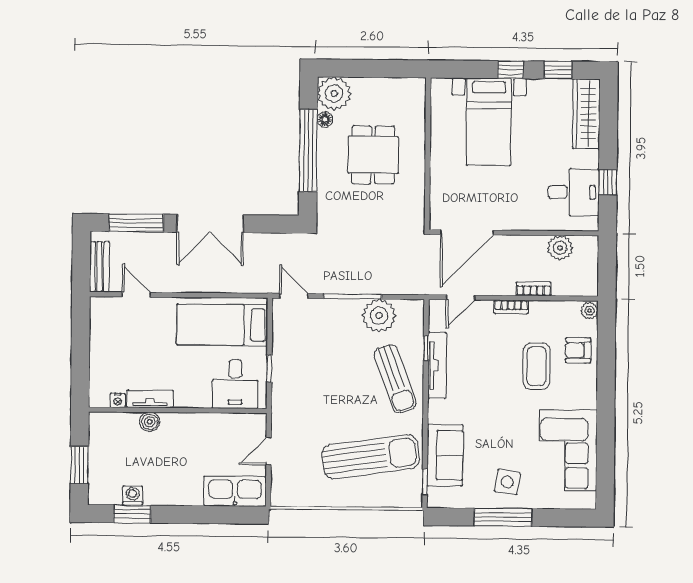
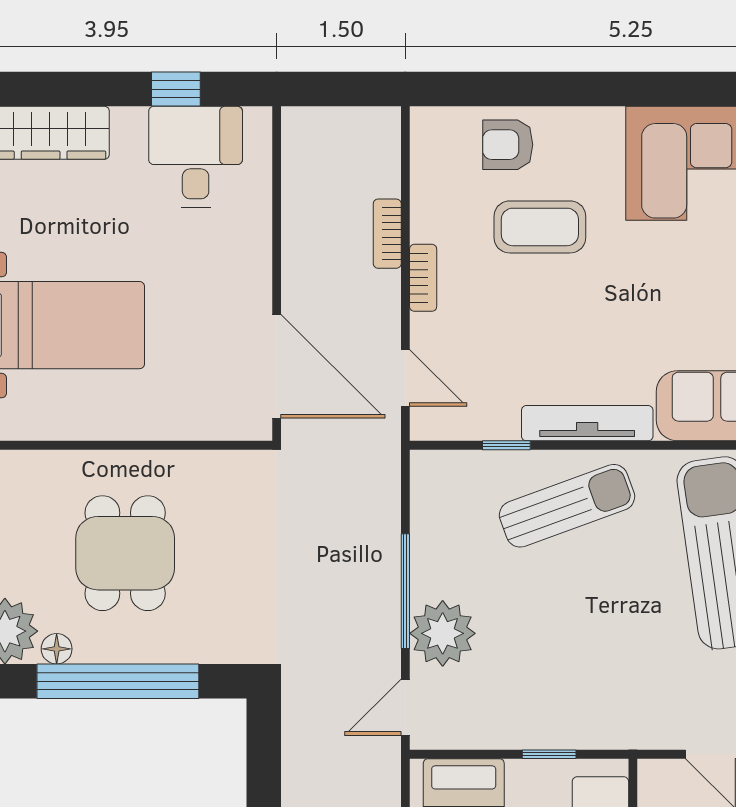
dining table: (373, 155) -> (125, 553), turned 90
plant: (560, 248) -> (306, 182), removed
plant: (589, 311) -> (429, 123), removed
plant: (379, 316) -> (443, 633), moved
armchair: (578, 350) -> (508, 145), turned 90
tv unit: (437, 365) -> (587, 423), moved

